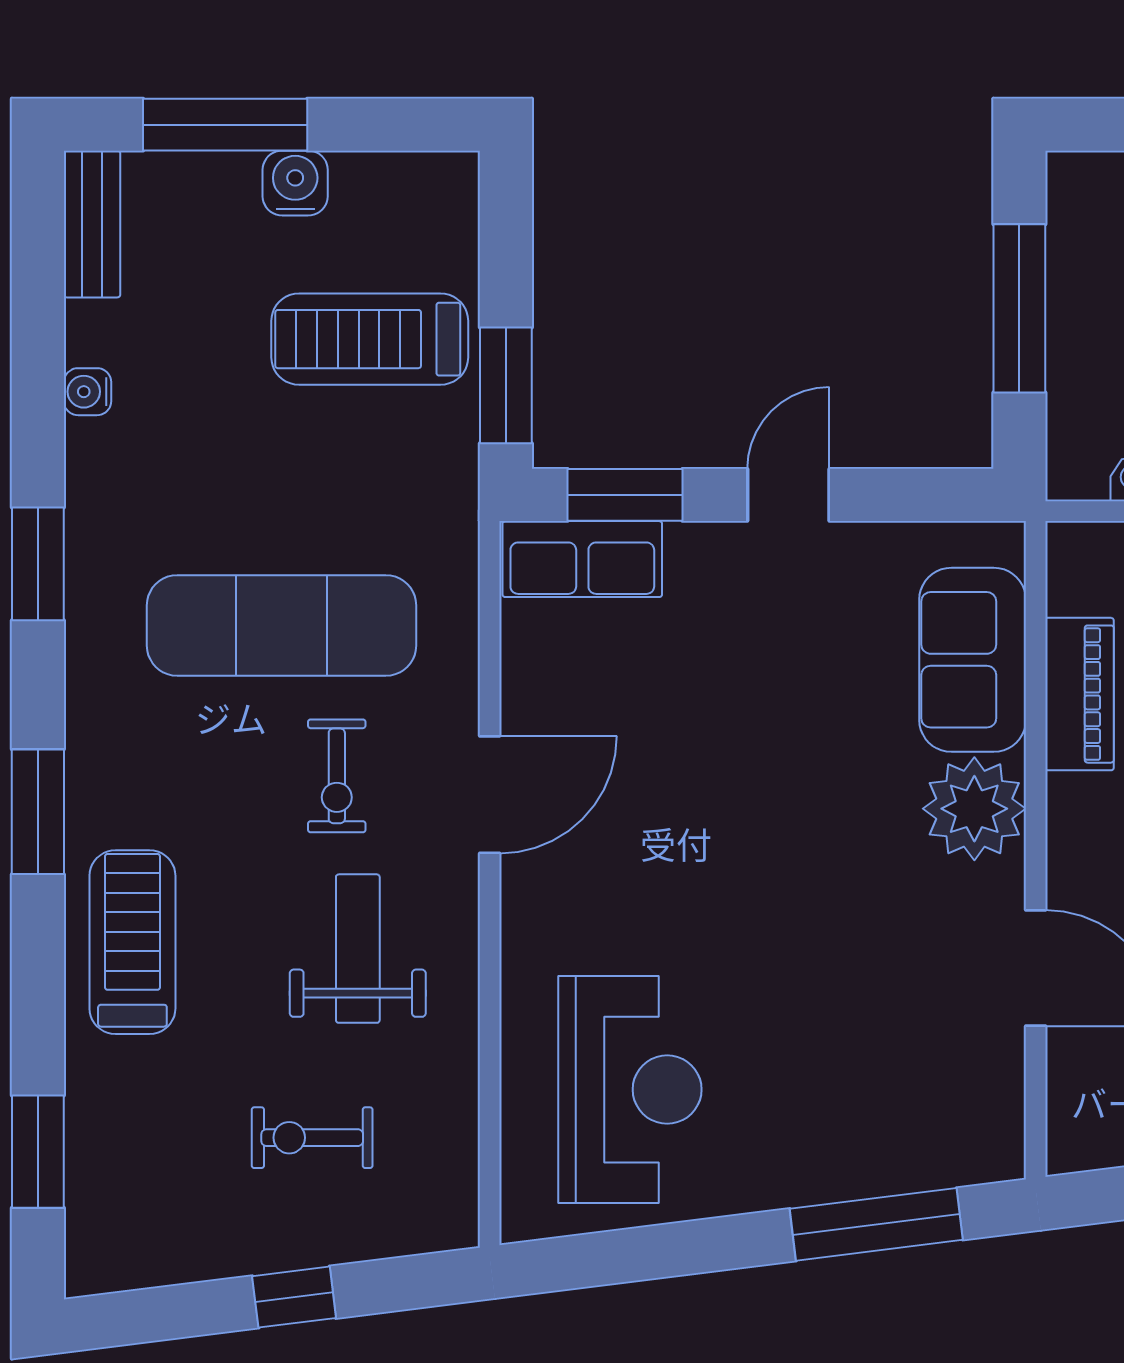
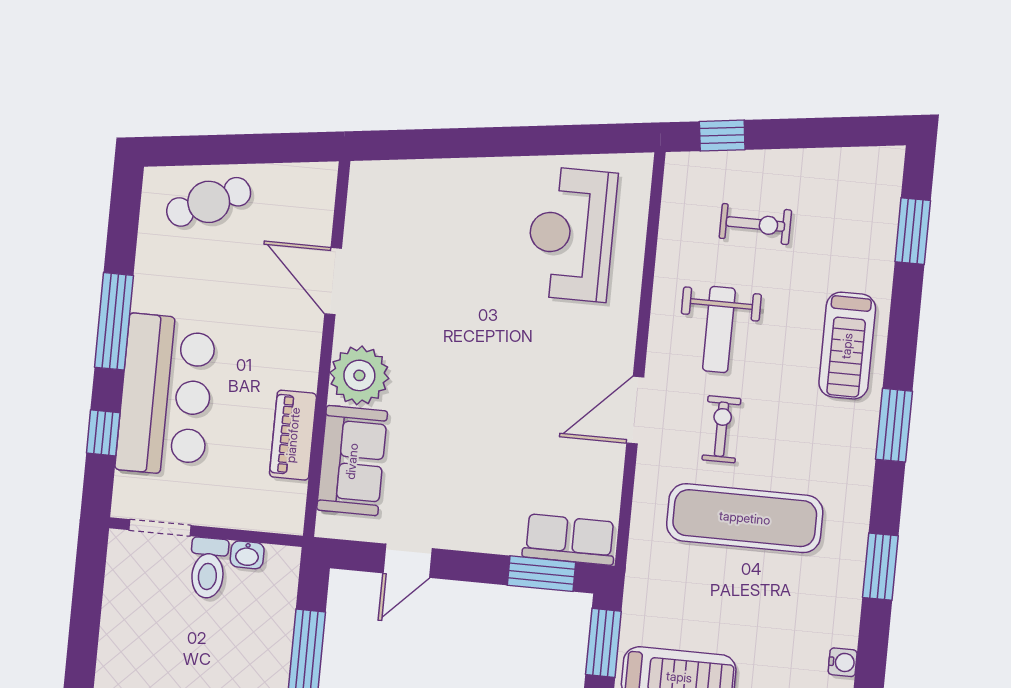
door: (788, 495) -> (408, 561), moved
window: (876, 1224) -> (438, 144), removed
window: (294, 1297) -> (722, 136), moved

